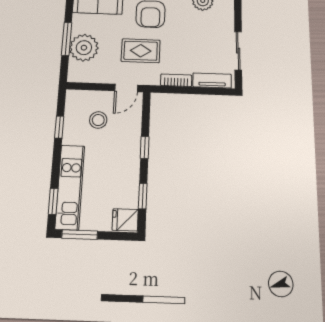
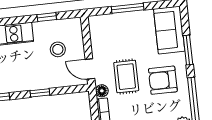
plant: (84, 48) -> (122, 25), removed
floor lamp: (152, 79) -> (102, 91), added

